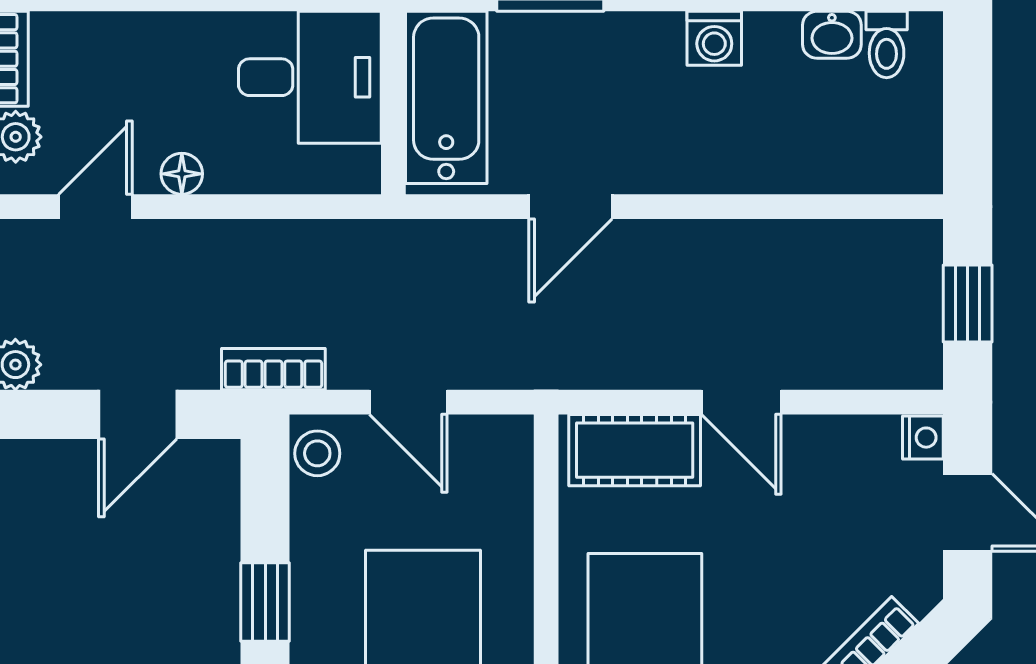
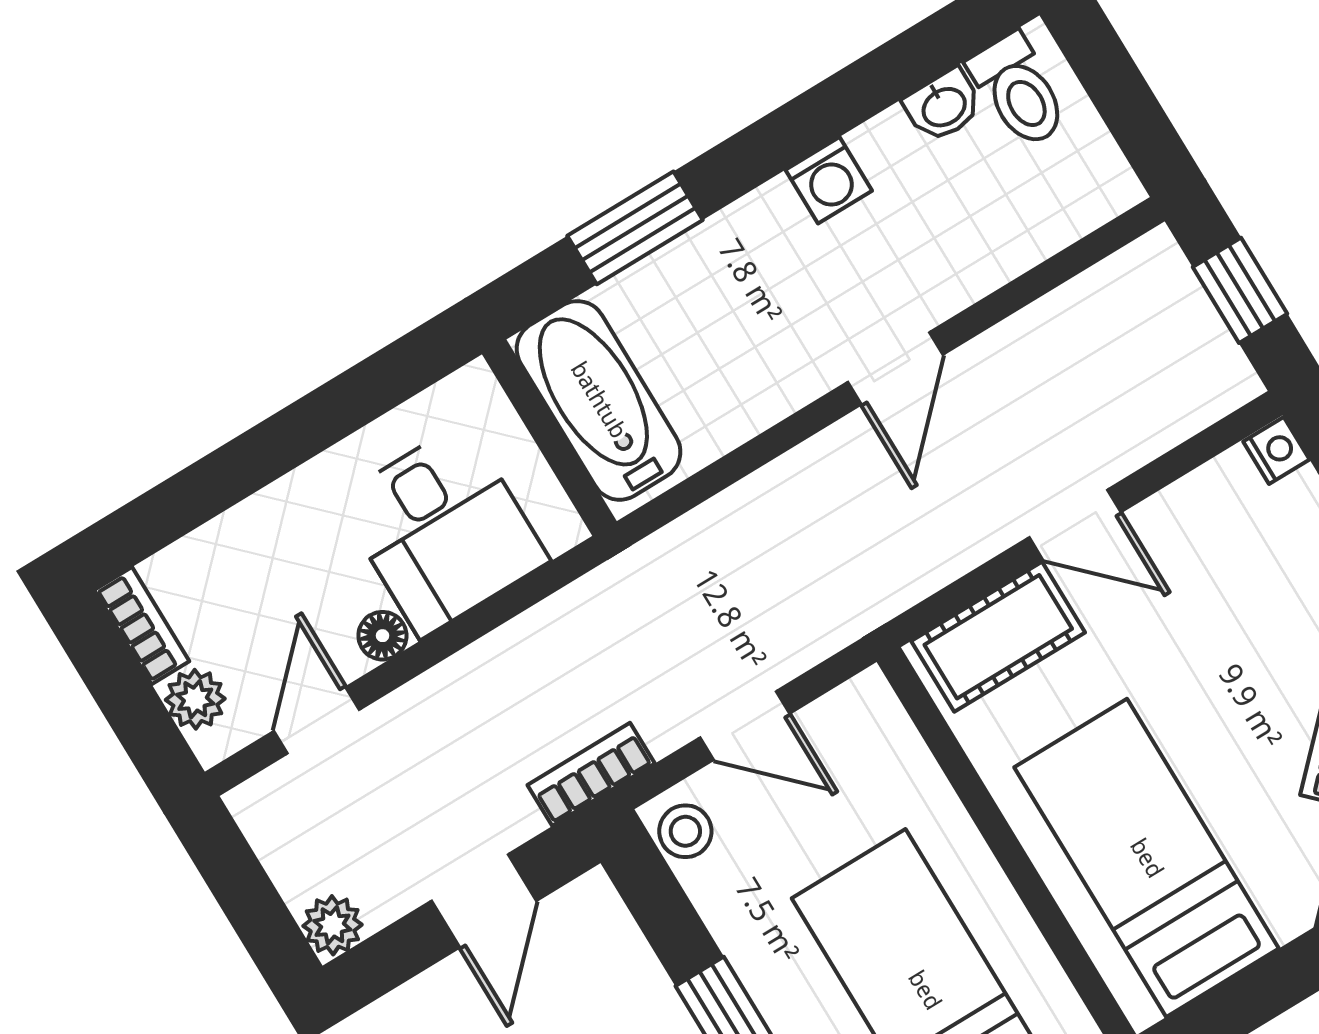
toilet: (887, 44) -> (1019, 91), width x1.37, depth x1.39
desk: (310, 77) -> (443, 530), moved, turned 90
door: (570, 207) -> (895, 368), moved

